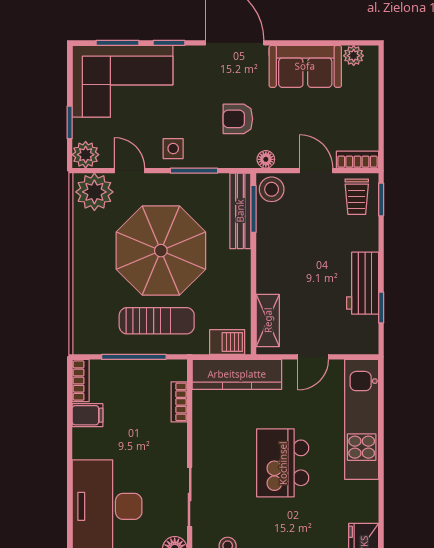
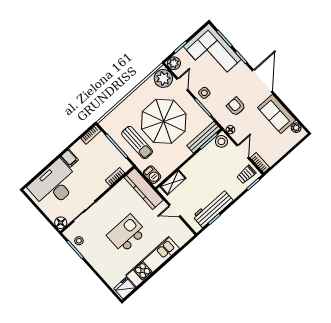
workbench: (363, 283) -> (213, 208), width x1.38
filing cabinet: (88, 415) -> (69, 158), moved
kitchen unit: (362, 419) -> (153, 262), moved

